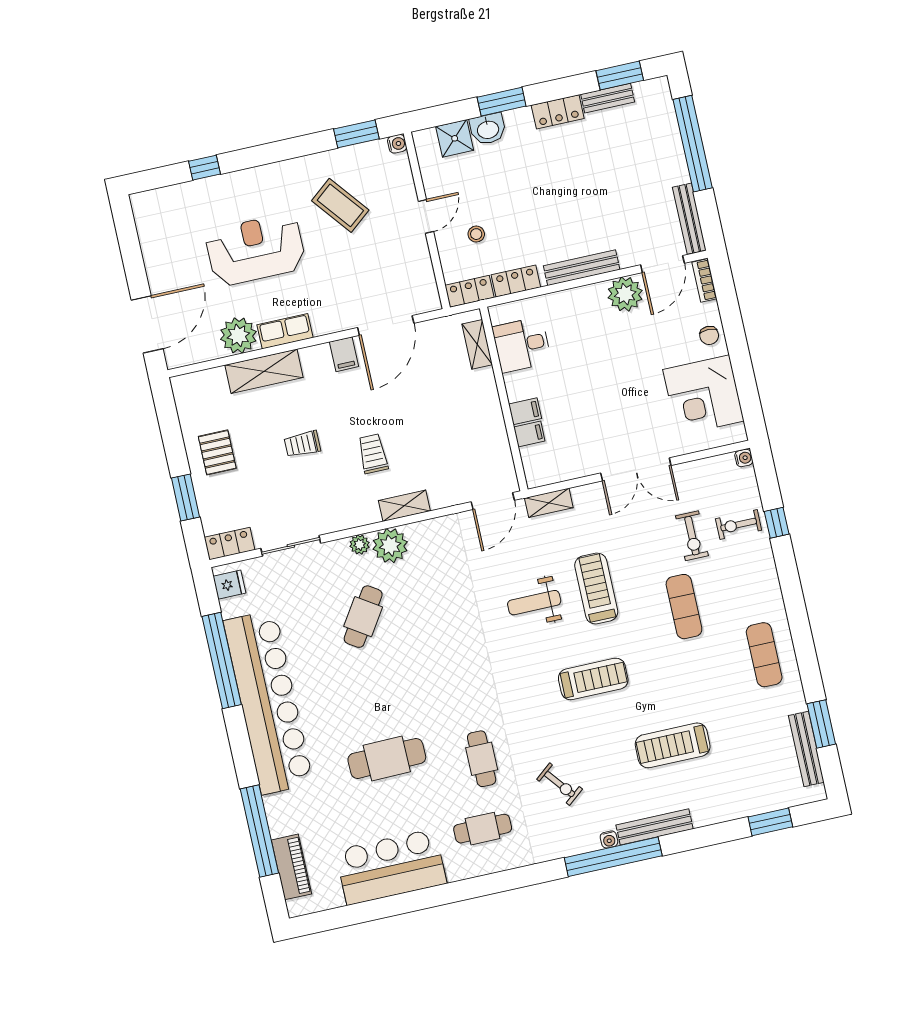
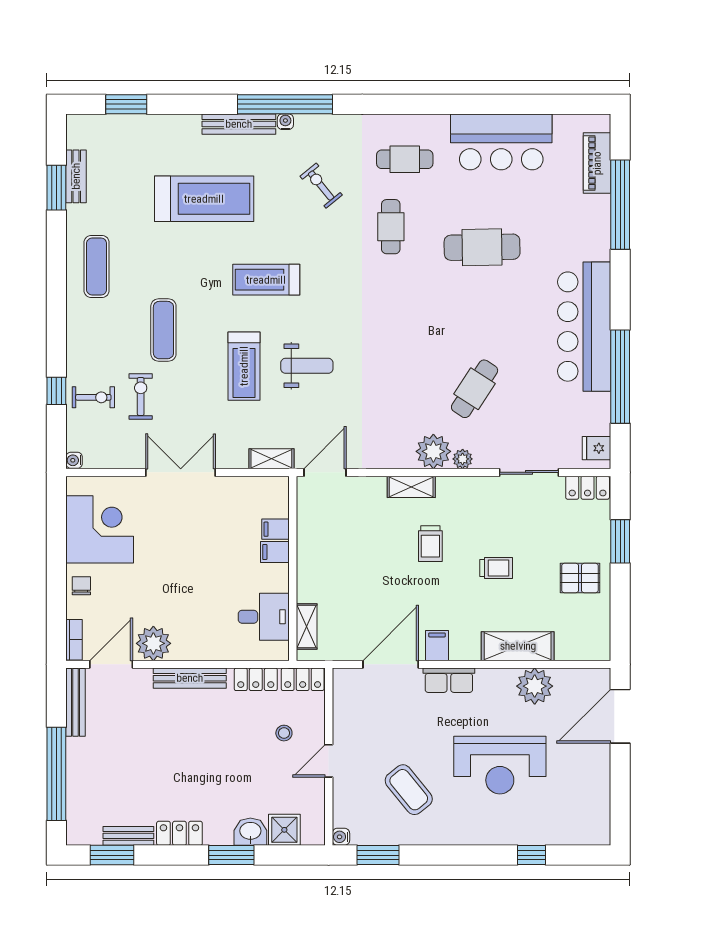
row of seats: (285, 331) -> (449, 680), moved
pallet: (217, 452) -> (580, 578), turned 90
bar counter: (268, 702) -> (584, 327), width x0.73
treadmill: (673, 745) -> (204, 199), width x1.37, depth x1.37
bench: (806, 749) -> (76, 176), width x0.73

